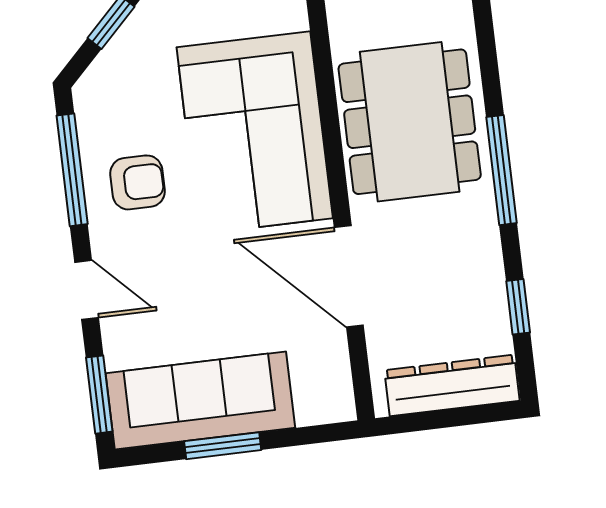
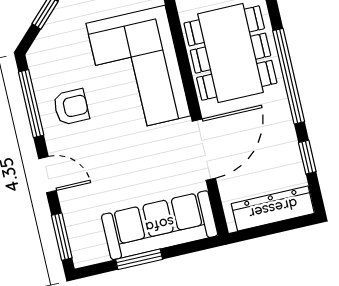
window: (502, 170) -> (289, 76), width x1.46
door: (349, 276) -> (204, 150), swing flipped
sofa: (200, 401) -> (160, 225), moved

